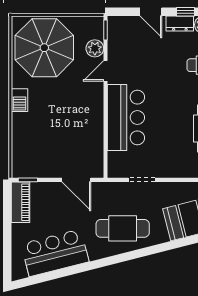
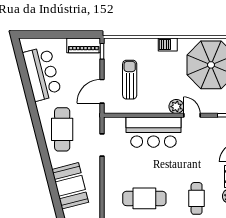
plant: (95, 48) -> (176, 107), moved
sun lounger: (62, 146) -> (130, 80), added

